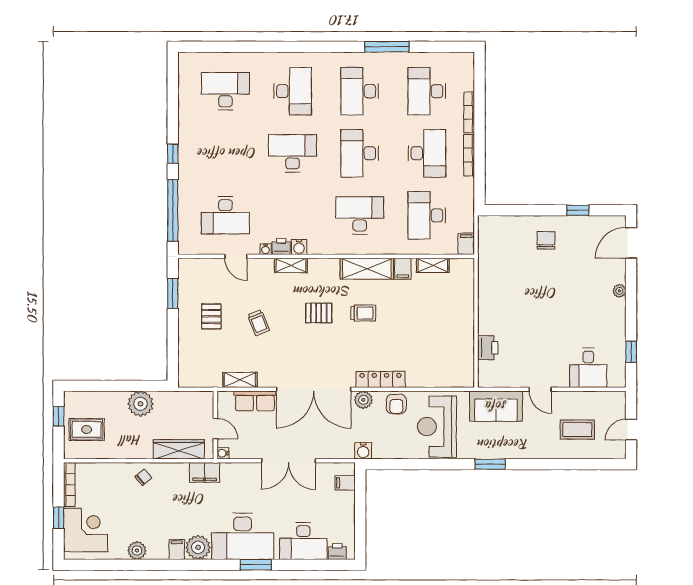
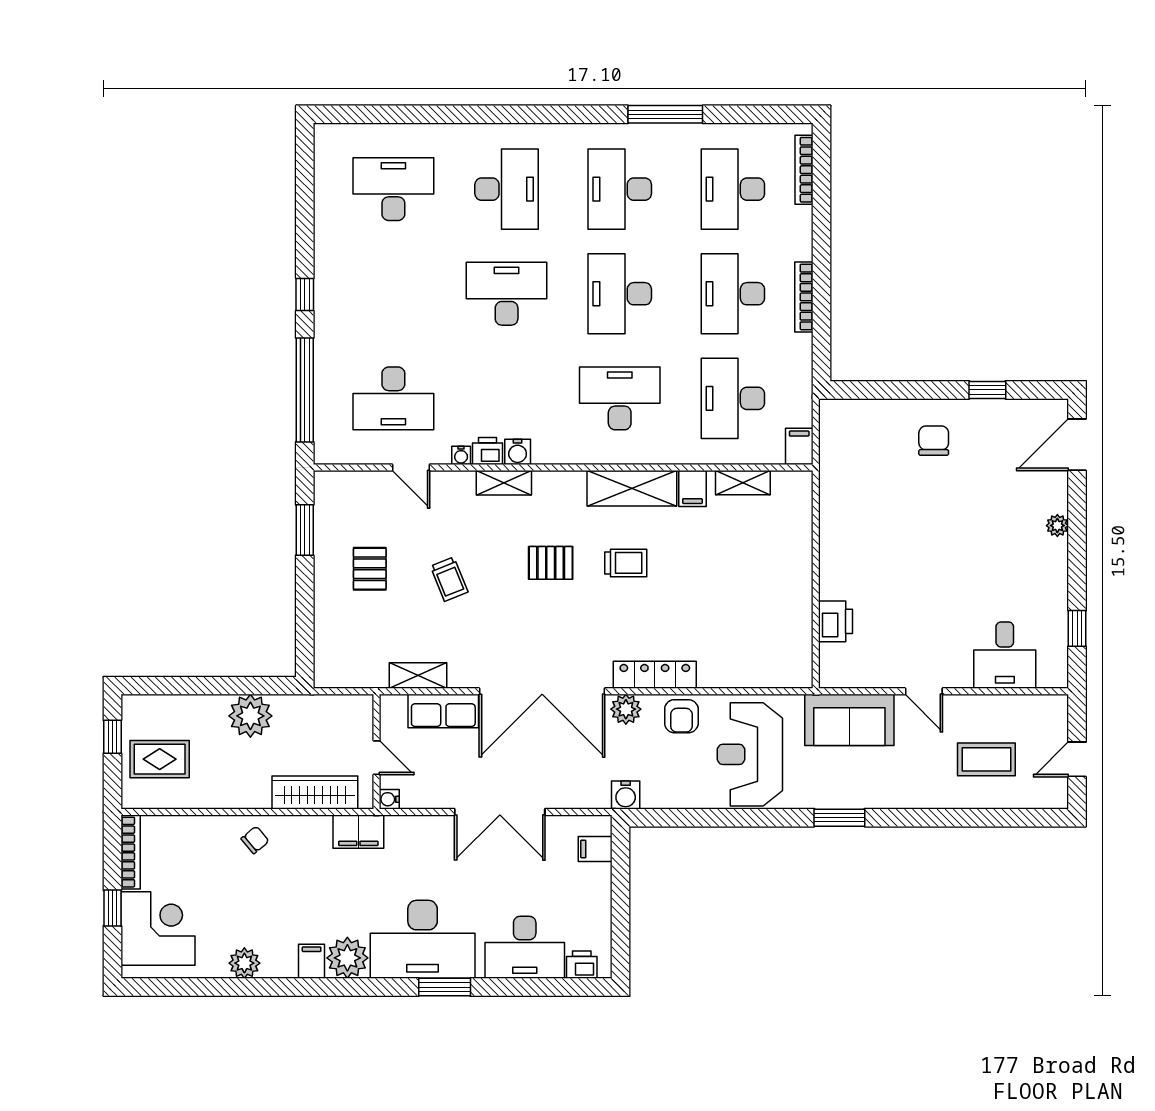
bookcase: (469, 112) -> (804, 170), moved
desk: (427, 153) -> (733, 294), turned 180

